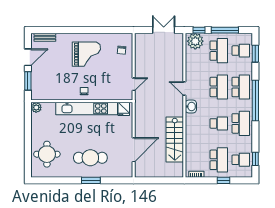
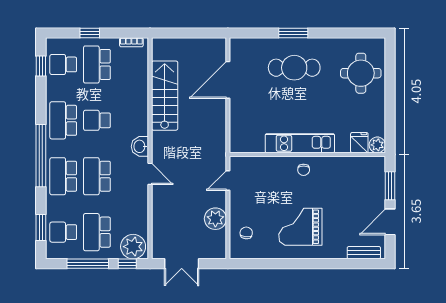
plant: (142, 59) -> (215, 219), added
kitchen unit: (87, 109) -> (300, 143), width x0.73
fridge: (124, 109) -> (359, 143), moved

